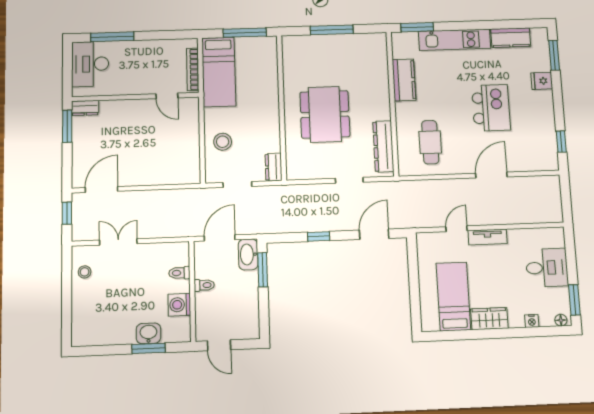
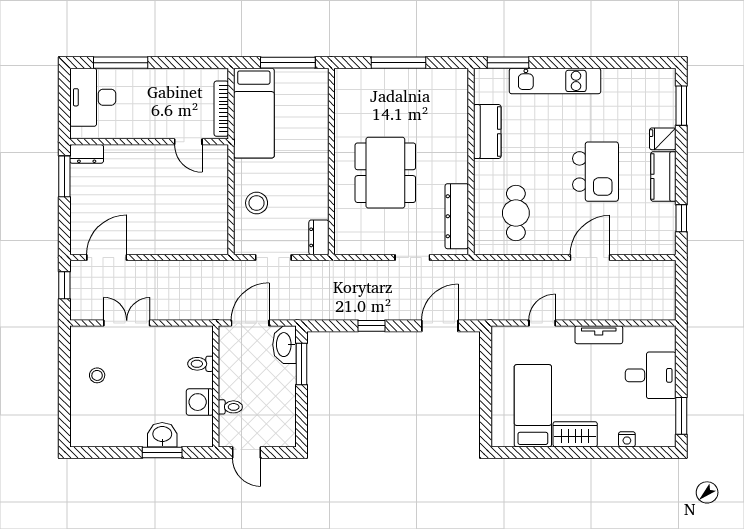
kitchen counter: (511, 38) -> (663, 176), moved, turned 90
tv unit: (488, 237) -> (599, 335), moved
stool: (85, 272) -> (97, 375), moved
toilet: (204, 285) -> (230, 407), moved
floor lamp: (561, 320) -> (663, 440), removed

